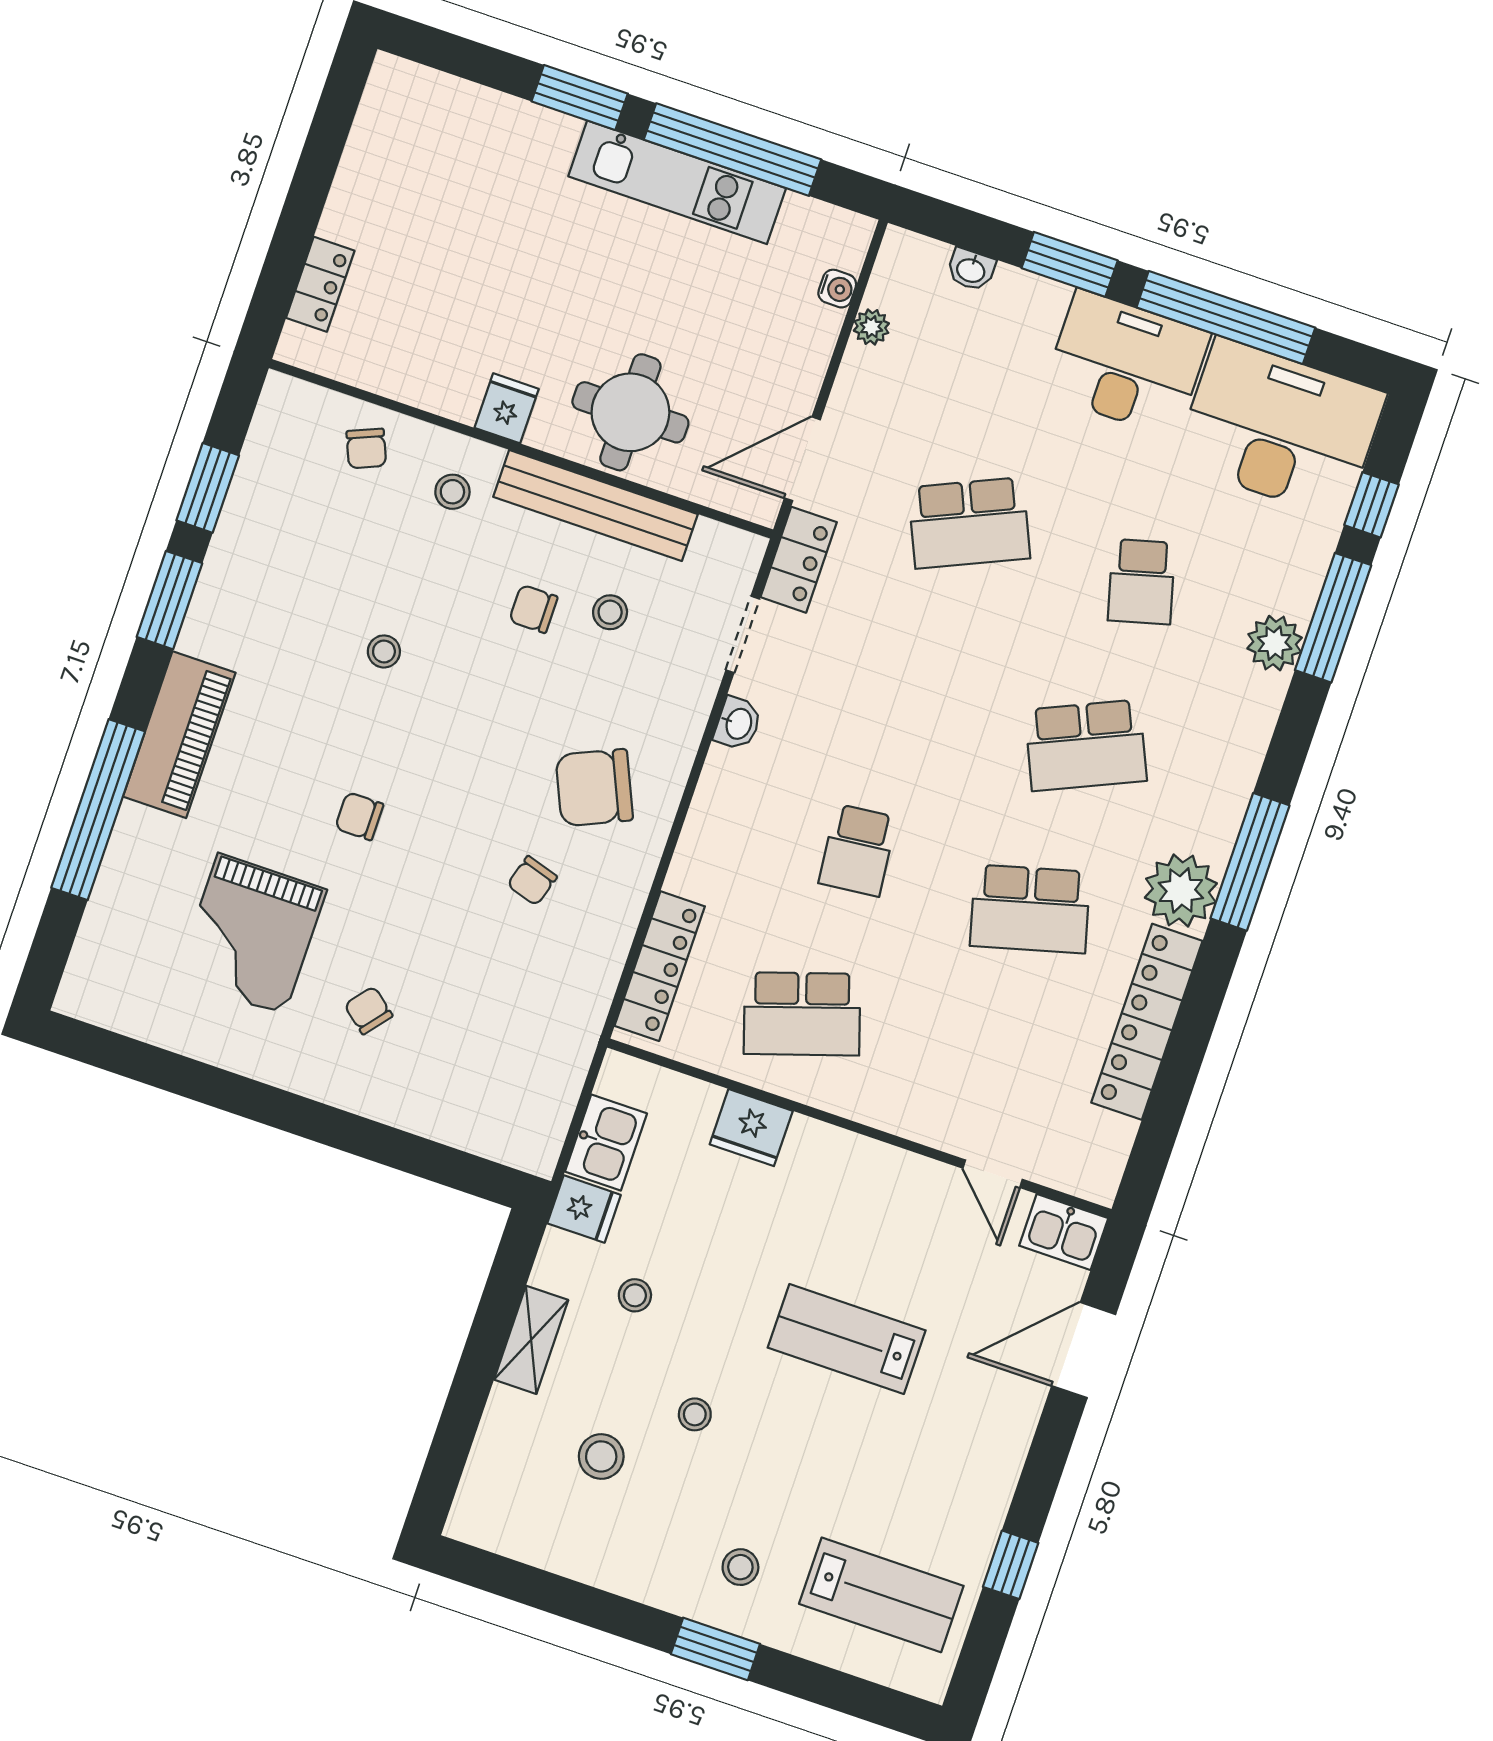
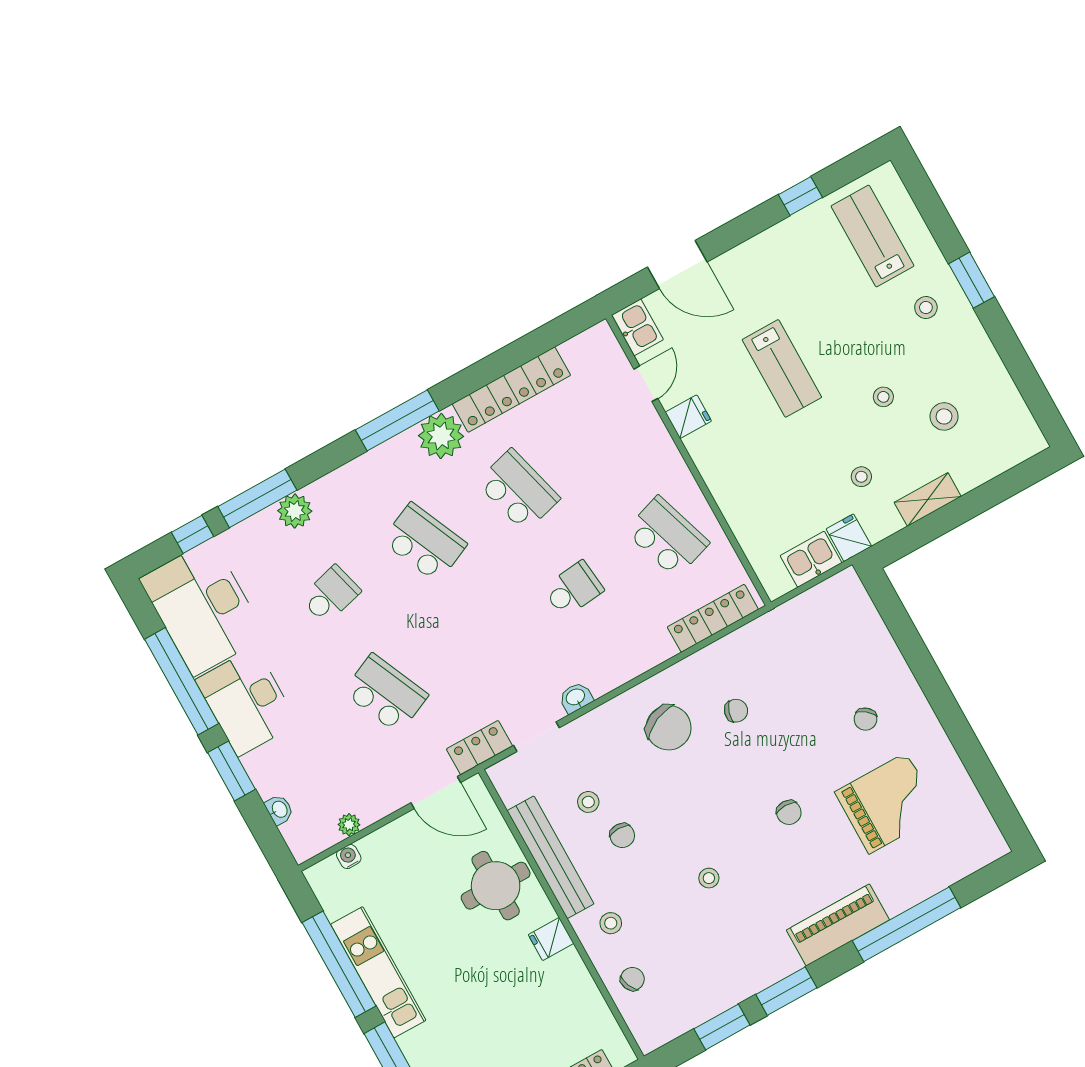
fridge: (751, 1128) -> (688, 417), moved, width x0.72

